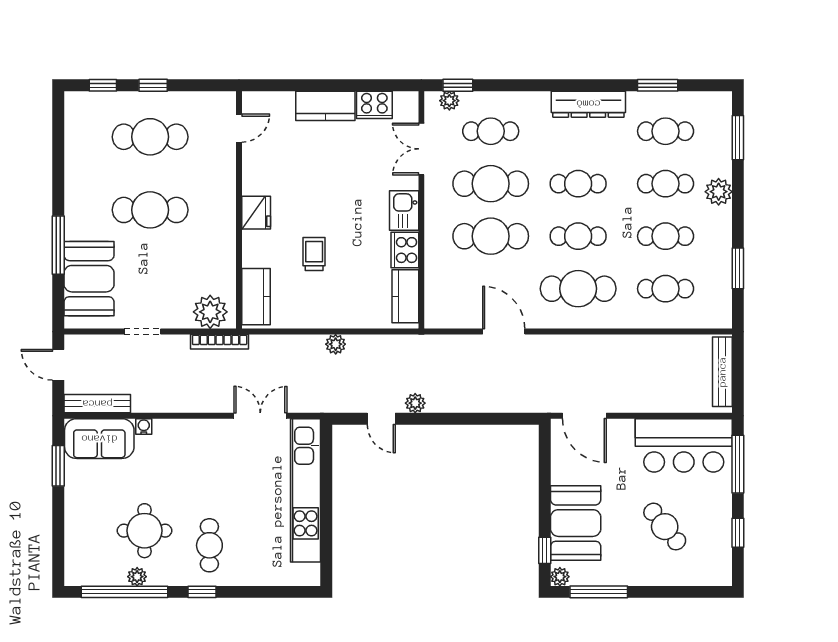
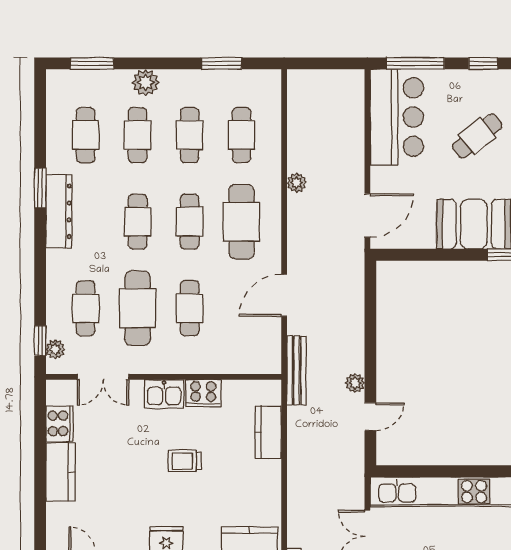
window: (658, 85) -> (40, 188), moved
cafe table: (491, 236) -> (190, 308), width x0.73, depth x0.74
trolley: (314, 254) -> (185, 461), moved
kitchen counter: (405, 296) -> (268, 432), moved, turned 90
plant: (336, 344) -> (297, 183), moved
bench: (722, 372) -> (296, 370), moved, turned 90

